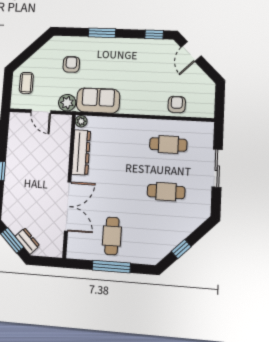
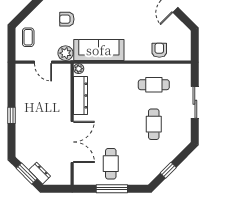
armchair: (71, 64) -> (67, 19), turned -90
sofa: (98, 100) -> (99, 50), width x1.36
cafe table: (166, 192) -> (154, 124), turned 90

